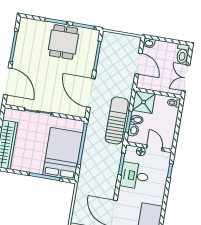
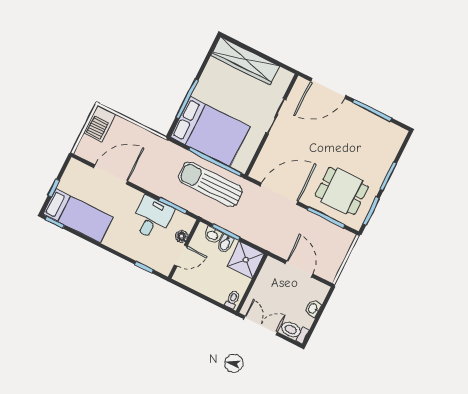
dining table: (63, 42) -> (342, 191), moved
washbasin: (149, 43) -> (313, 309), moved
door: (138, 63) -> (299, 269), swing flipped
sun lounger: (117, 121) -> (210, 184), moved, turned 180

